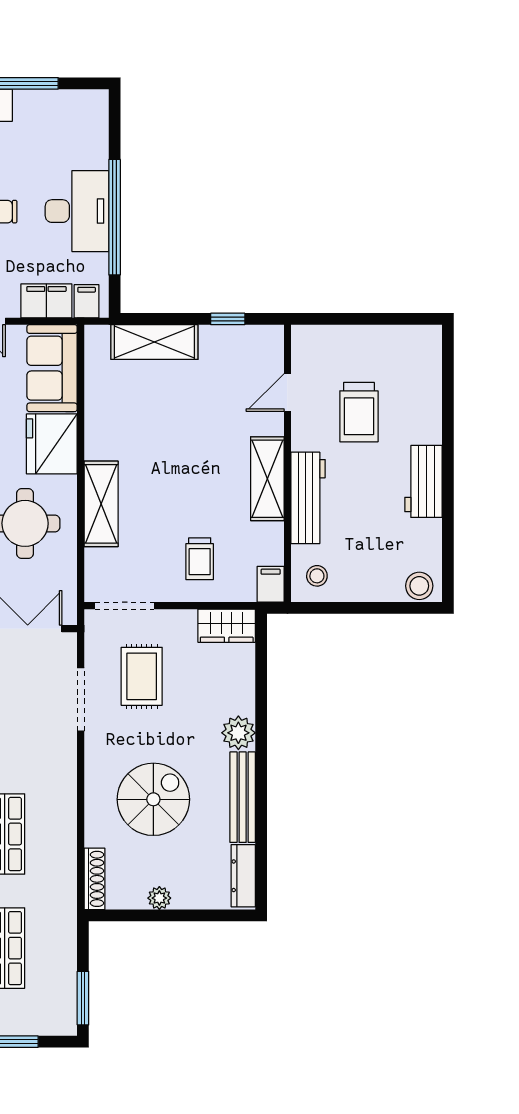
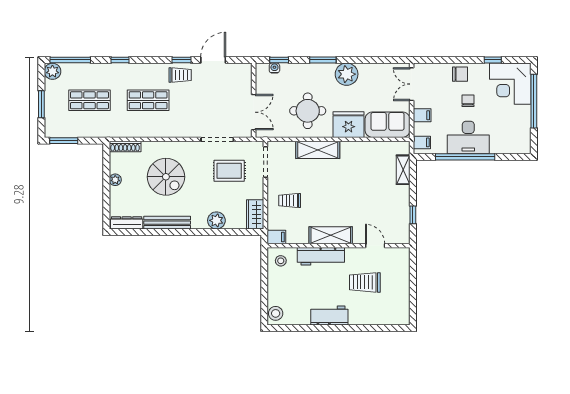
filing cabinet: (46, 301) -> (422, 115), width x0.50
shelving: (154, 342) -> (403, 170), width x0.67, depth x0.75
plant: (238, 733) -> (216, 220), moved

